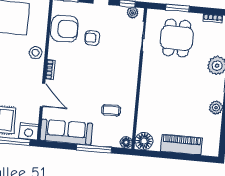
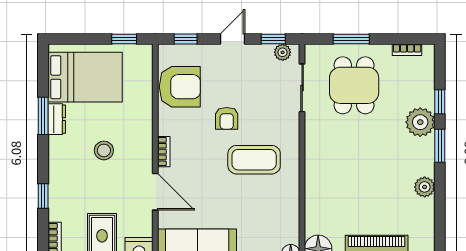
armchair: (92, 38) -> (227, 118), moved, turned -90
stool: (36, 53) -> (104, 150), moved
coffee table: (111, 110) -> (254, 160), moved, width x1.86, depth x1.72

